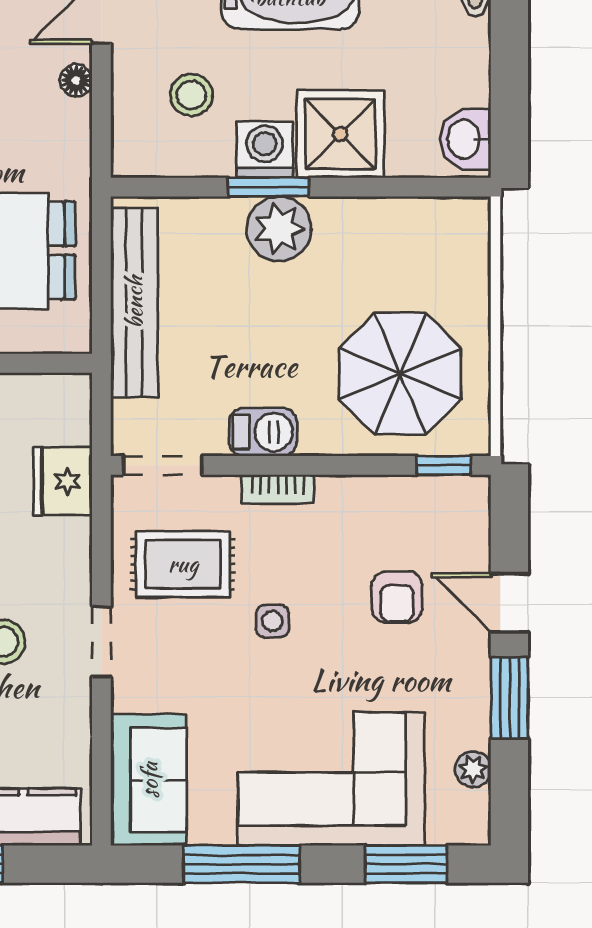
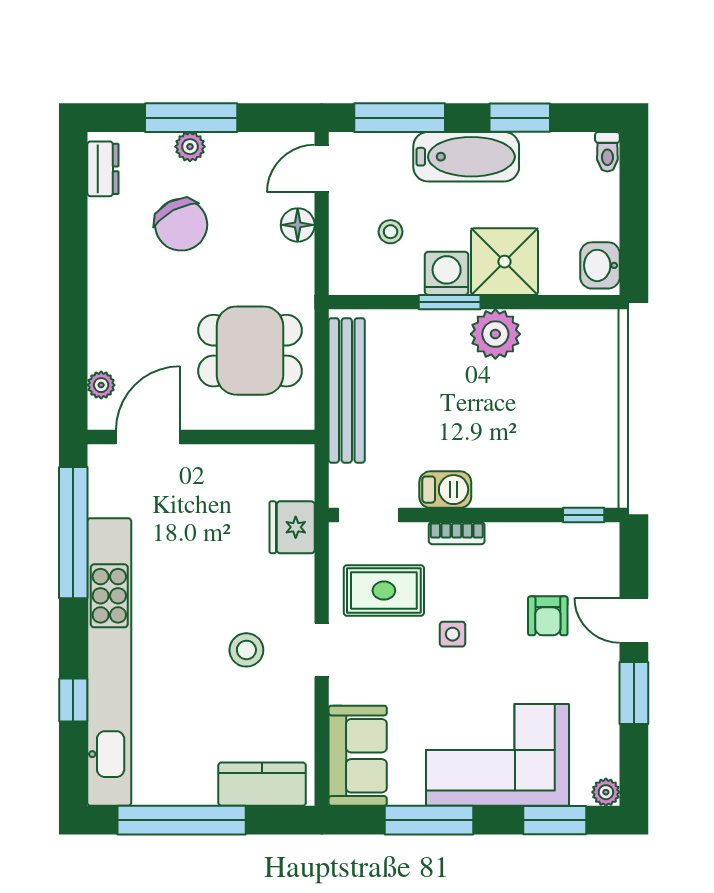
floor lamp: (76, 80) -> (298, 225), width x1.37, depth x1.37
stool: (191, 95) -> (391, 232), width x0.73, depth x0.73
plant: (279, 229) -> (495, 334), moved
parasol: (400, 374) -> (550, 445), removed
plant: (473, 769) -> (606, 792), moved

